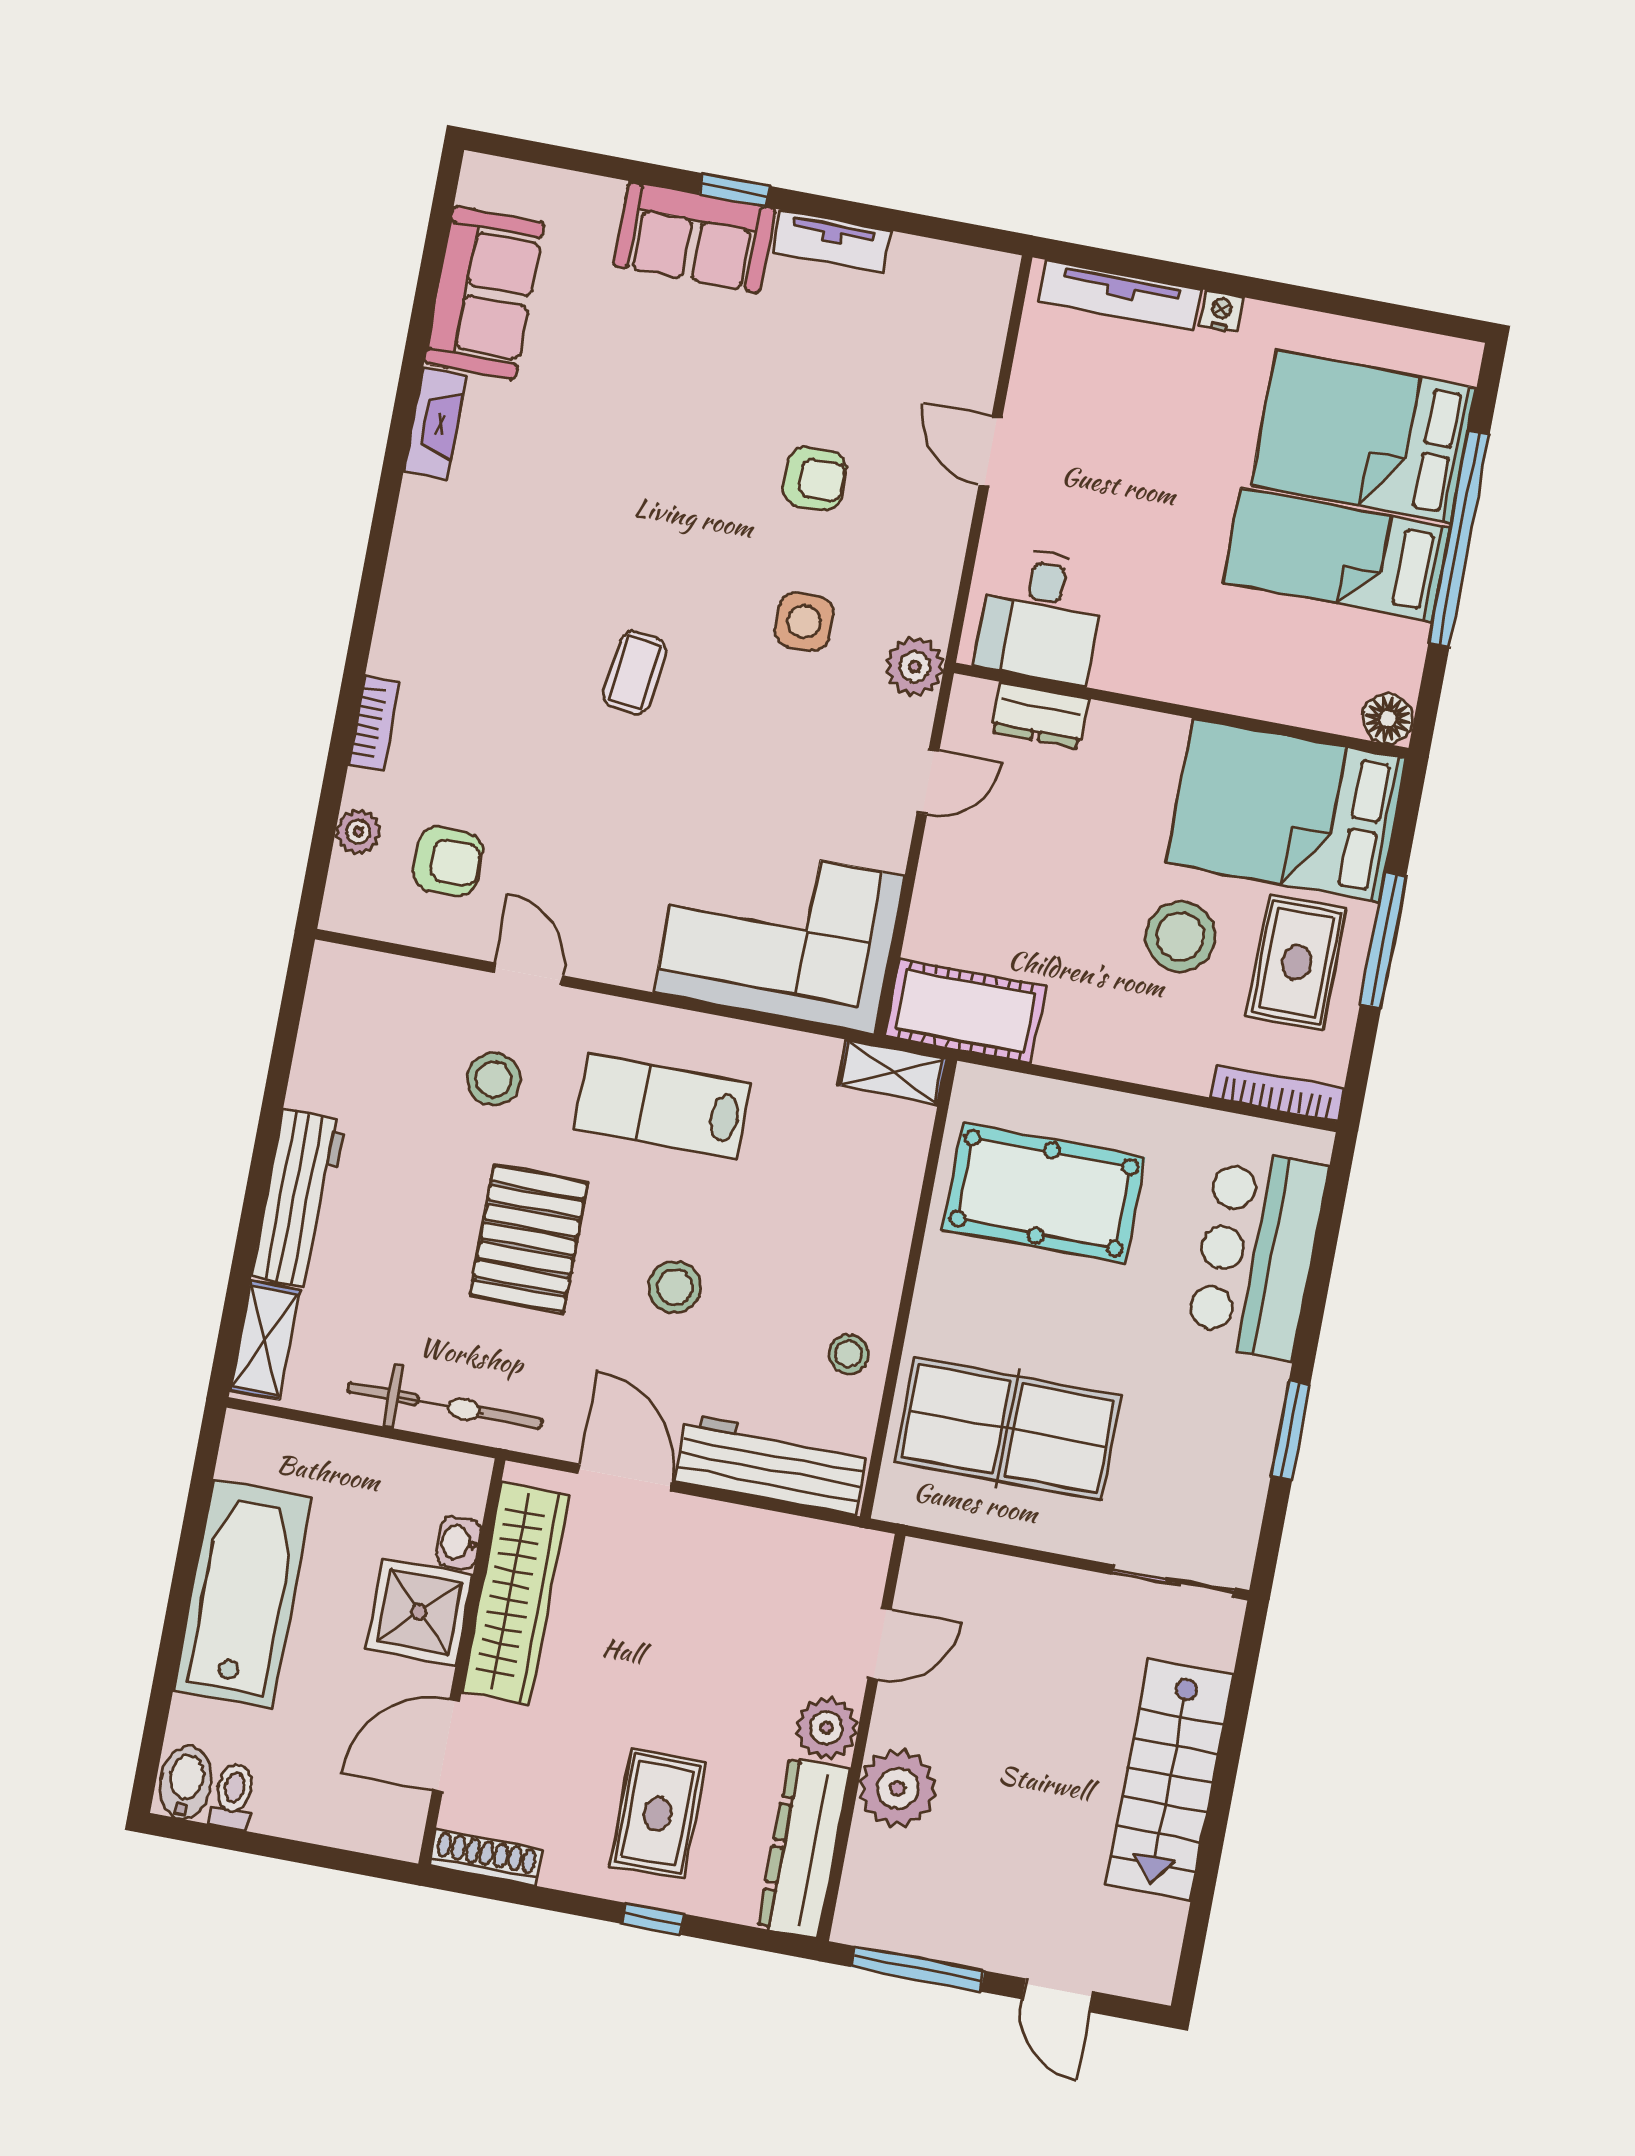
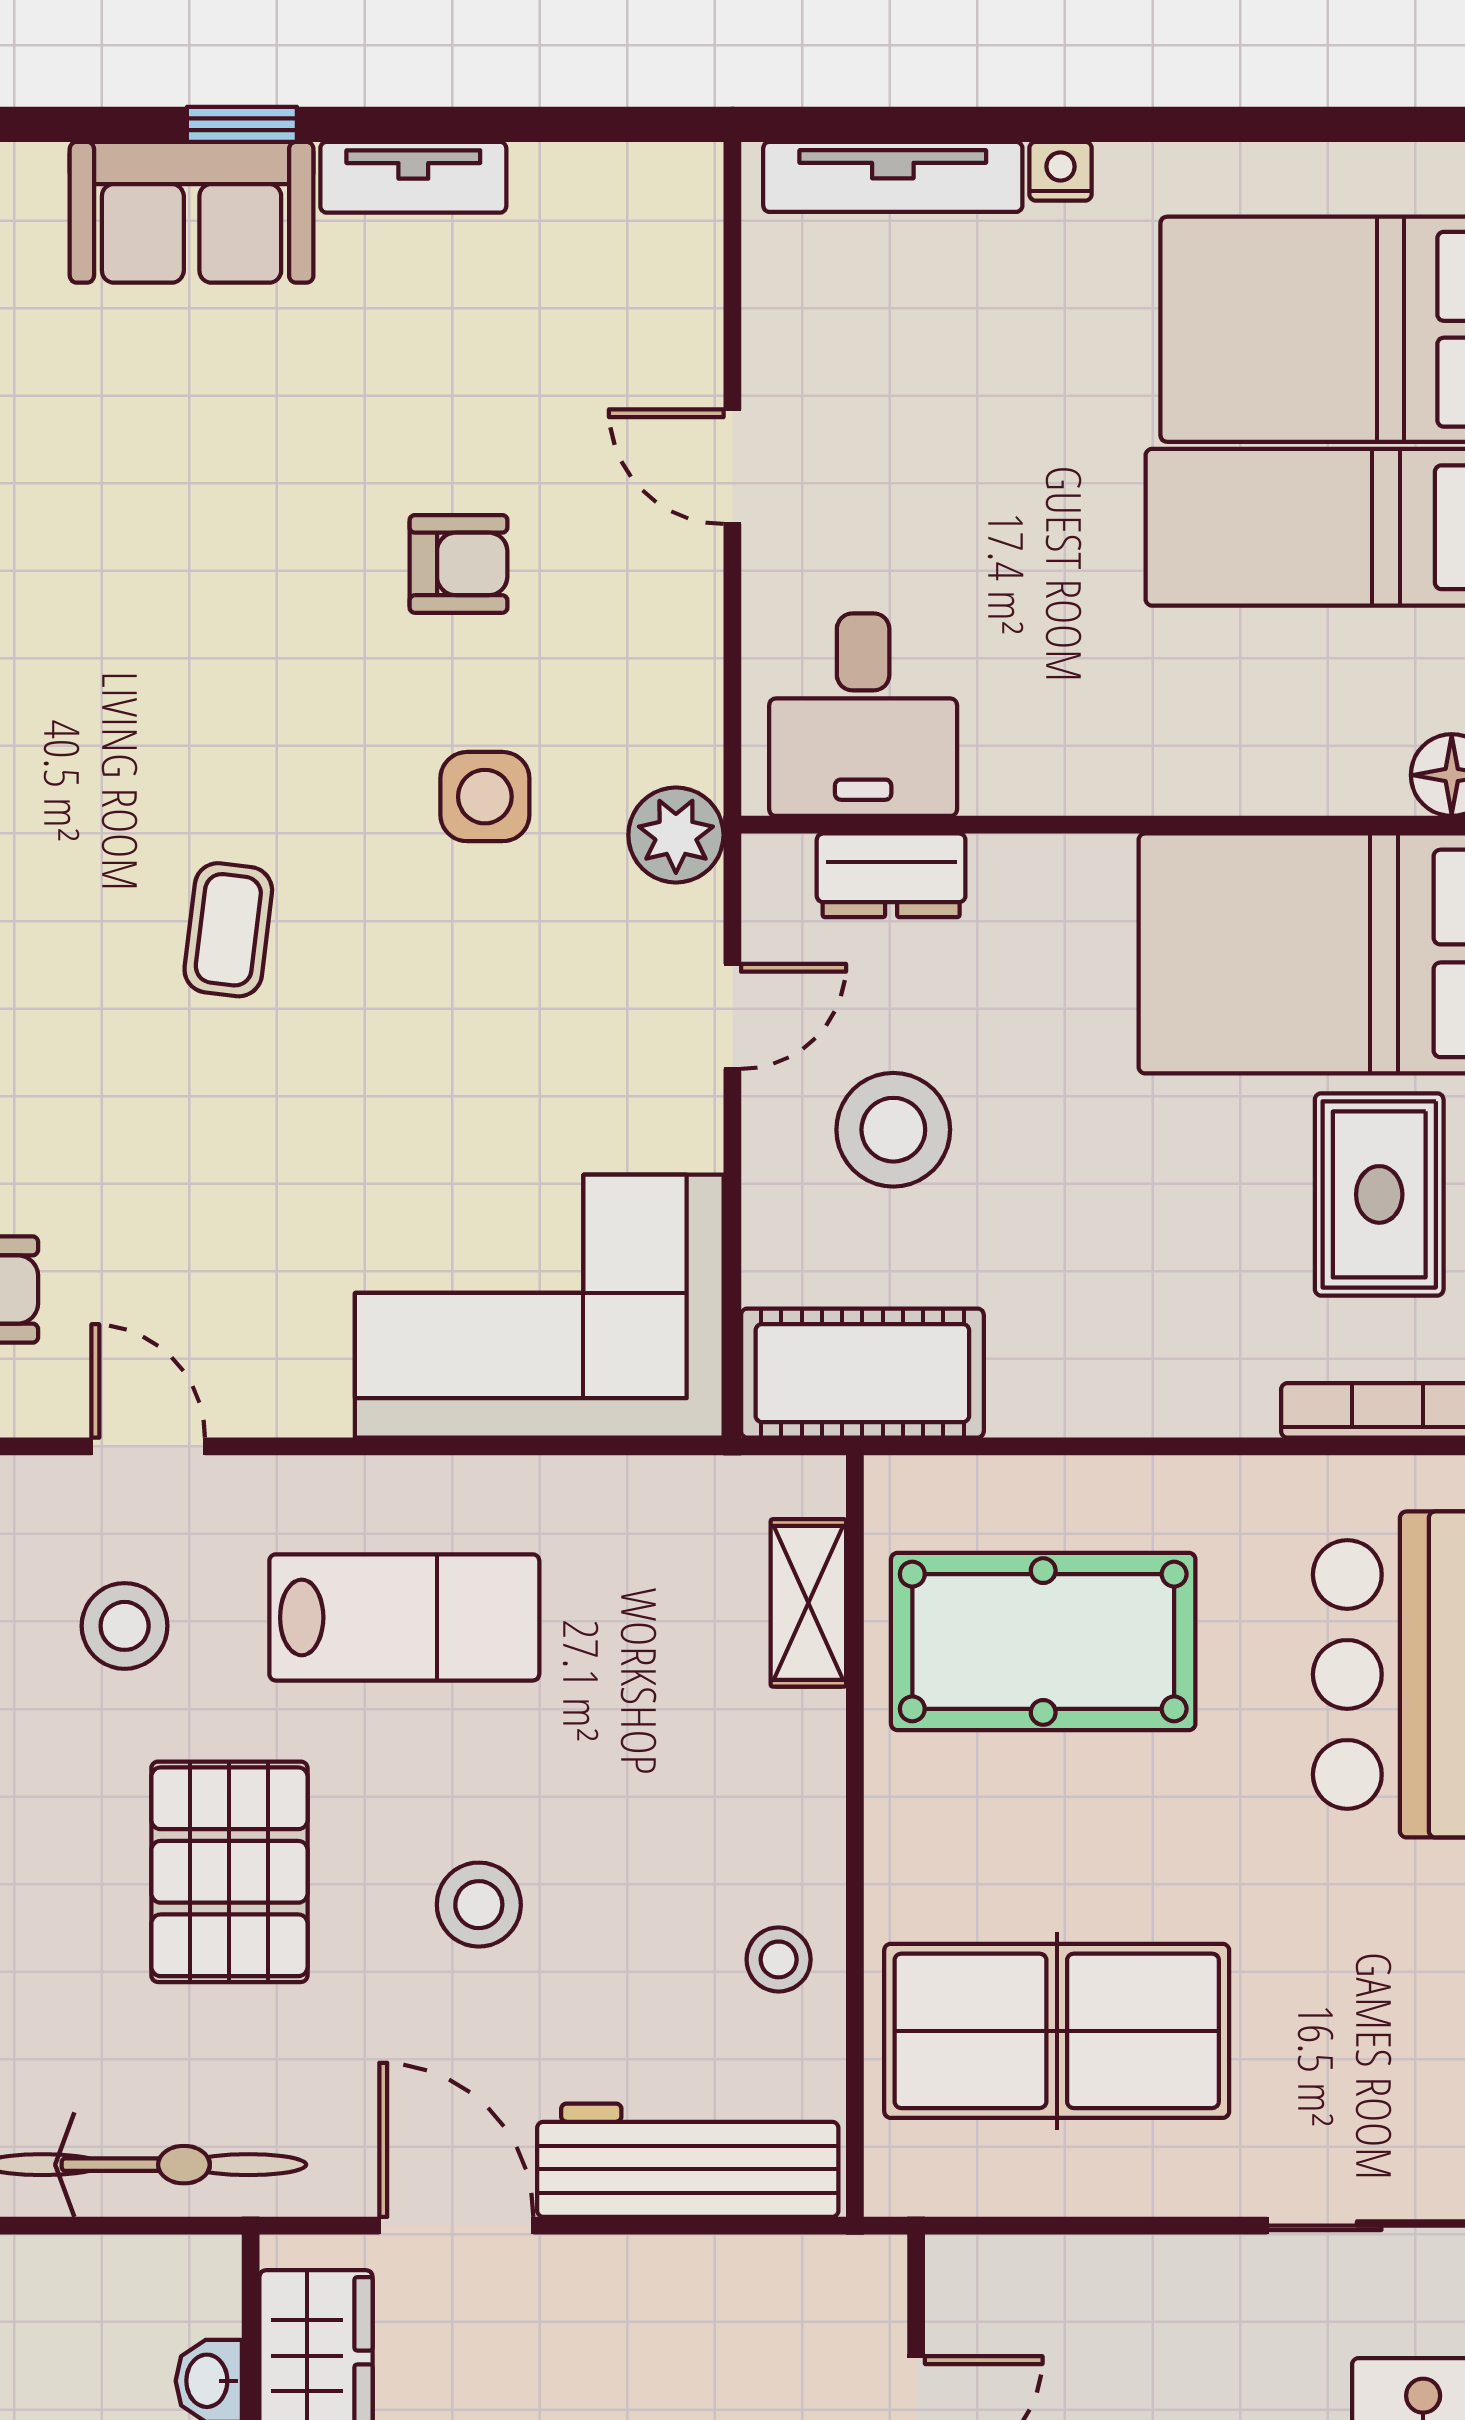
stool: (1180, 937) -> (893, 1130), moved
shelving: (892, 1072) -> (808, 1603), moved, turned 90
lab bench: (663, 1106) -> (404, 1617), turned 180

